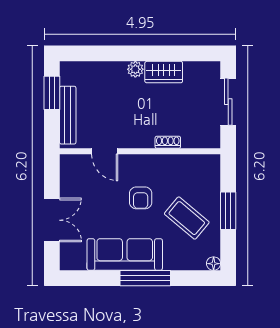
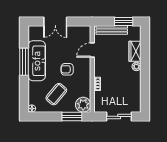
wardrobe: (164, 72) -> (135, 51), moved
plant: (206, 168) -> (83, 105), added
window: (228, 211) -> (72, 116), moved
window: (145, 278) -> (24, 62), moved

